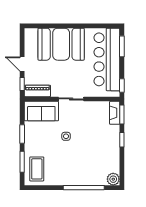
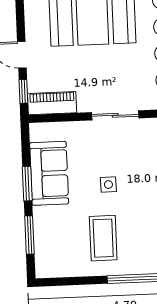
sofa: (41, 111) -> (49, 173), moved, turned -90
coffee table: (37, 169) -> (103, 238), moved

